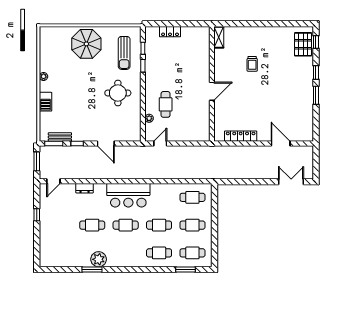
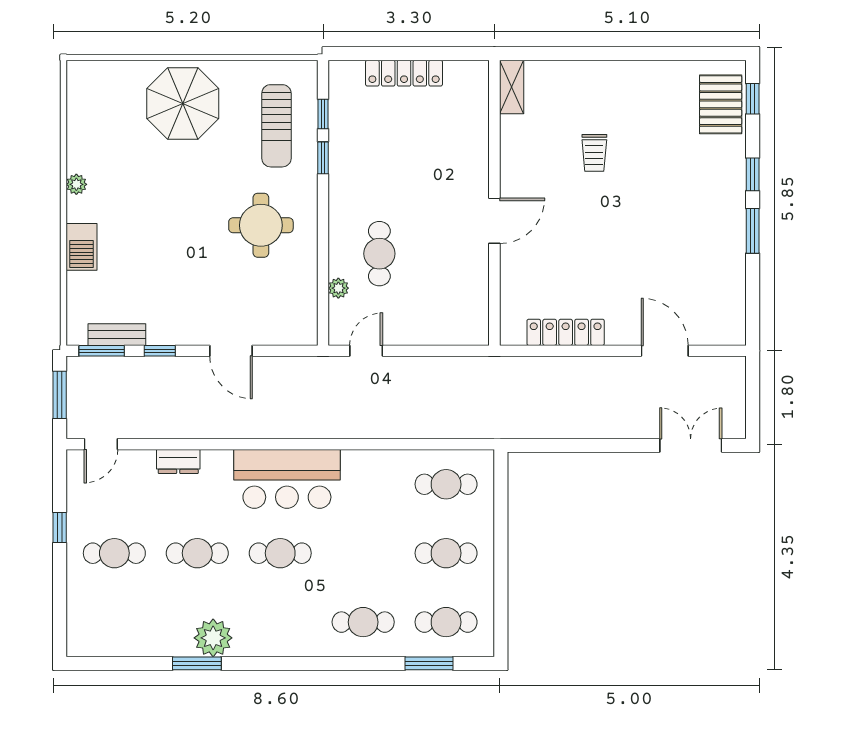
locker: (170, 32) -> (404, 73), width x1.53
cafe table: (159, 225) -> (114, 553), moved

